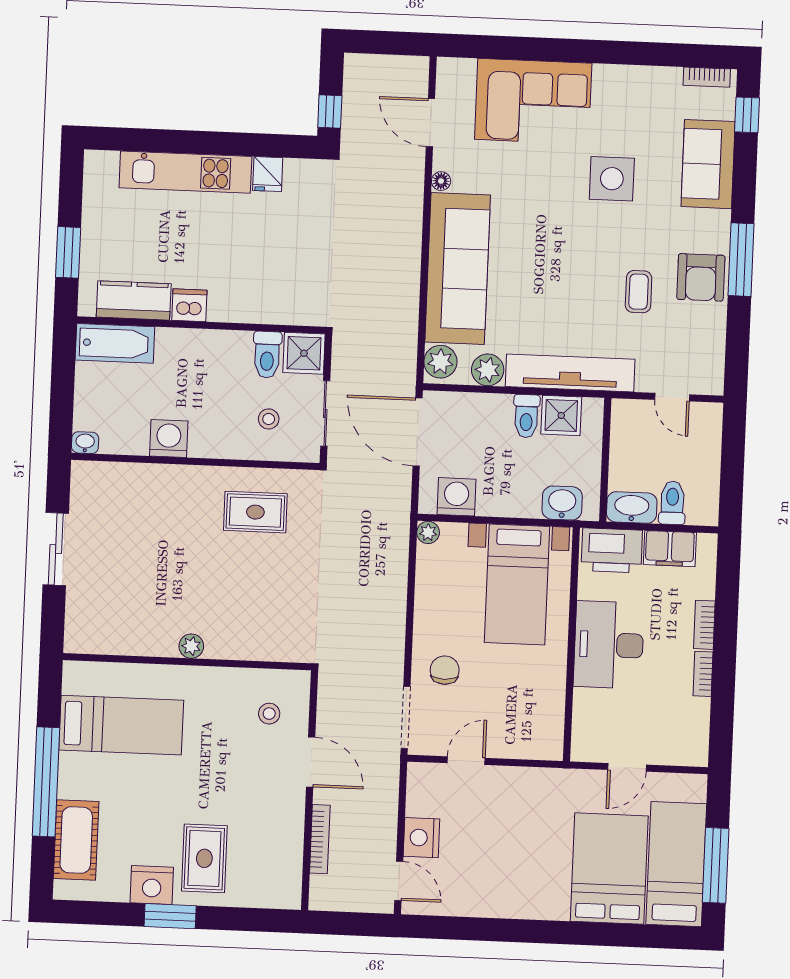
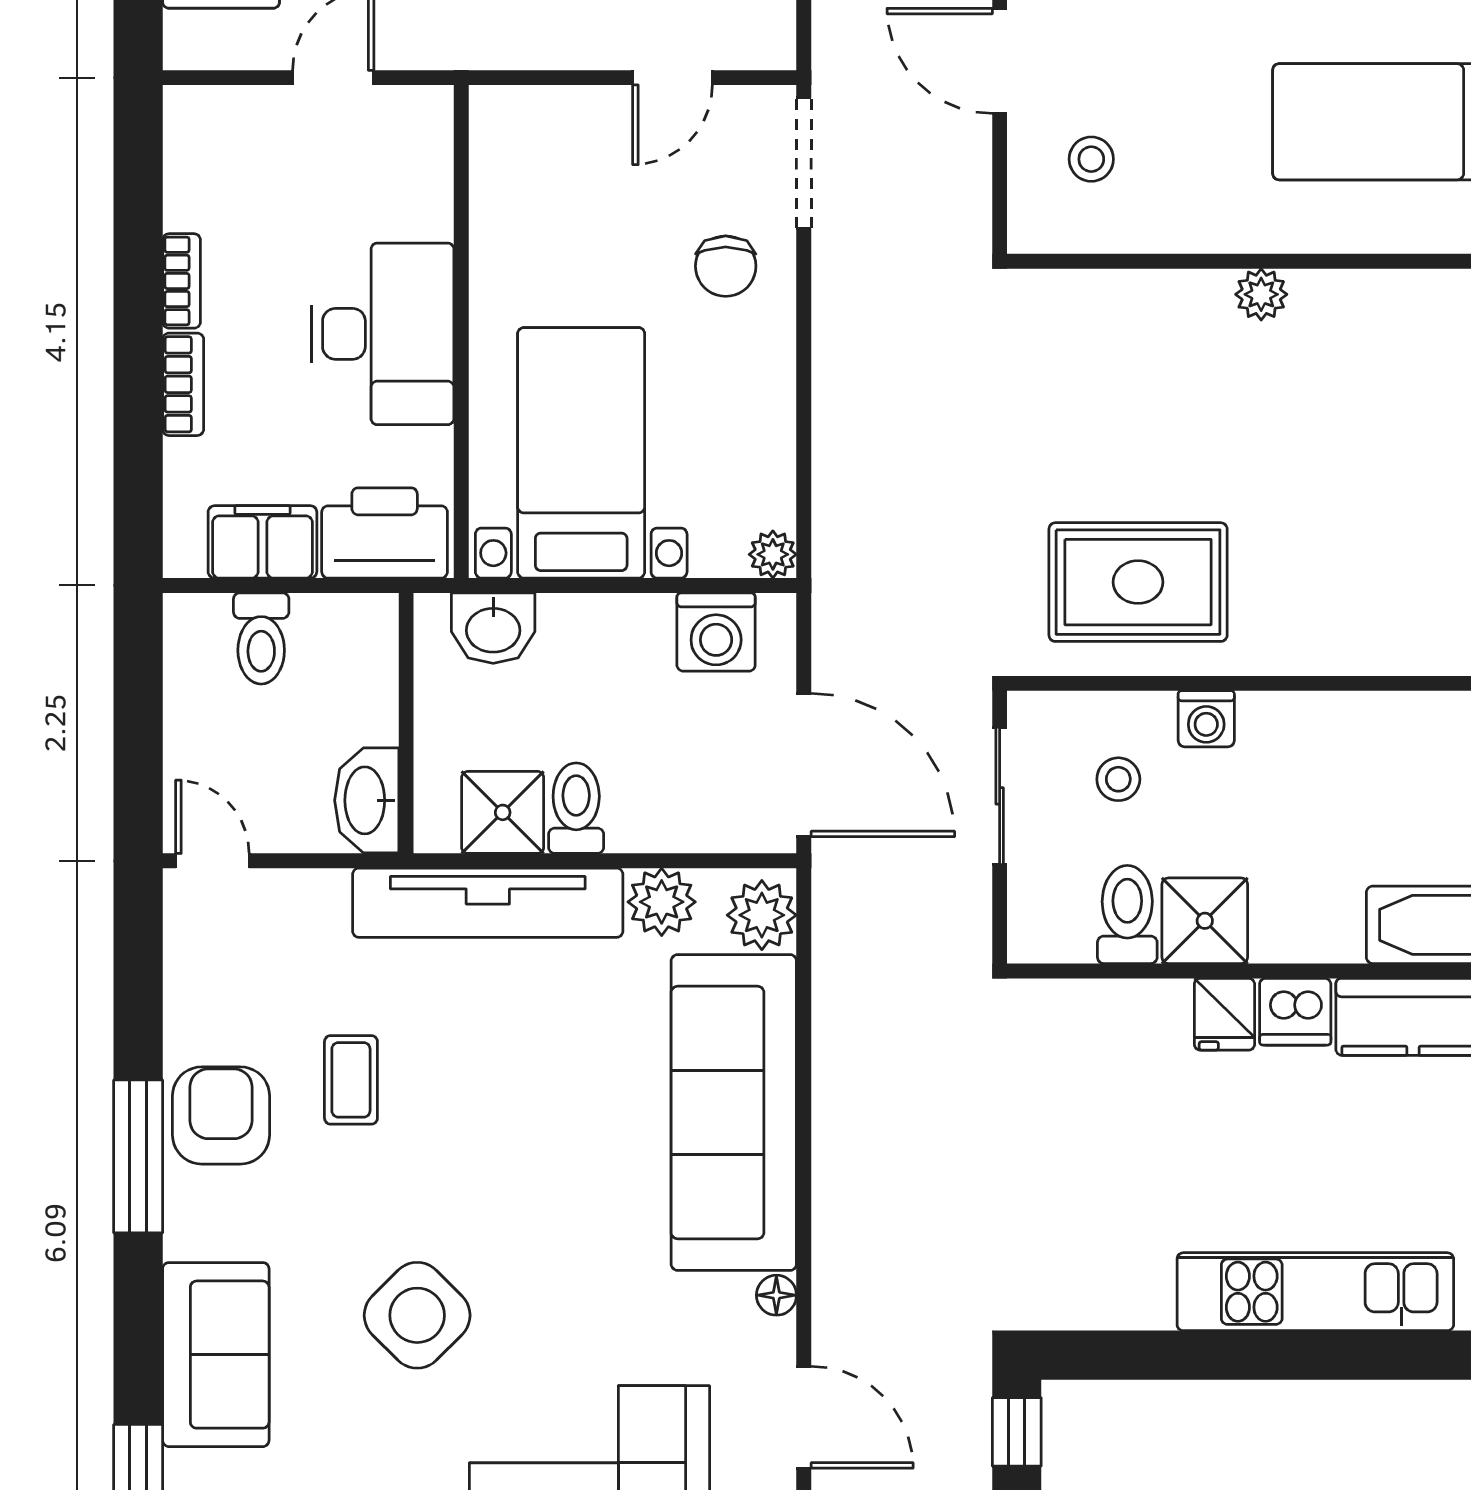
fridge: (268, 174) -> (1224, 1014), moved, turned 180
side table: (612, 179) -> (417, 1315), turned 45
shower: (304, 353) -> (1205, 921), moved
door: (672, 397) -> (212, 861), moved
washing machine: (169, 439) -> (1206, 719), moved, width x0.73, depth x0.73
washbasin: (632, 508) -> (367, 800), moved, turned 90
rug: (255, 512) -> (1138, 582), width x1.36, depth x1.43

